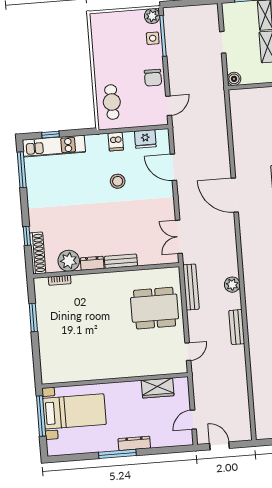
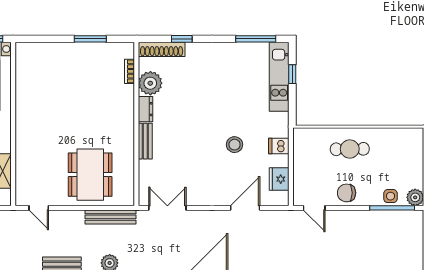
cafe table: (112, 102) -> (350, 149), moved

